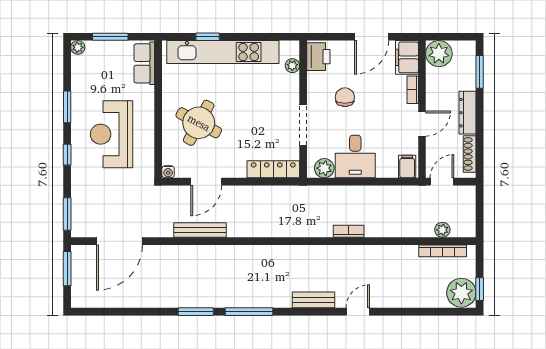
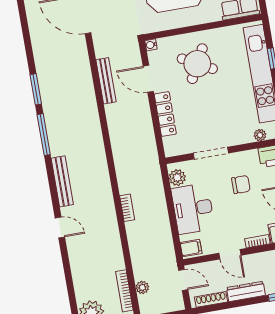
desk: (355, 157) -> (193, 209), width x1.37
locker: (273, 169) -> (165, 114), moved
bench: (313, 300) -> (62, 181), width x1.36

